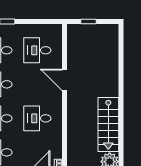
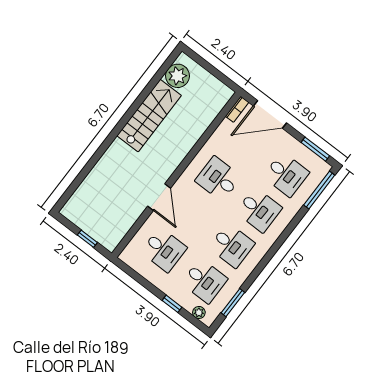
desk: (37, 118) -> (218, 179), turned 180

